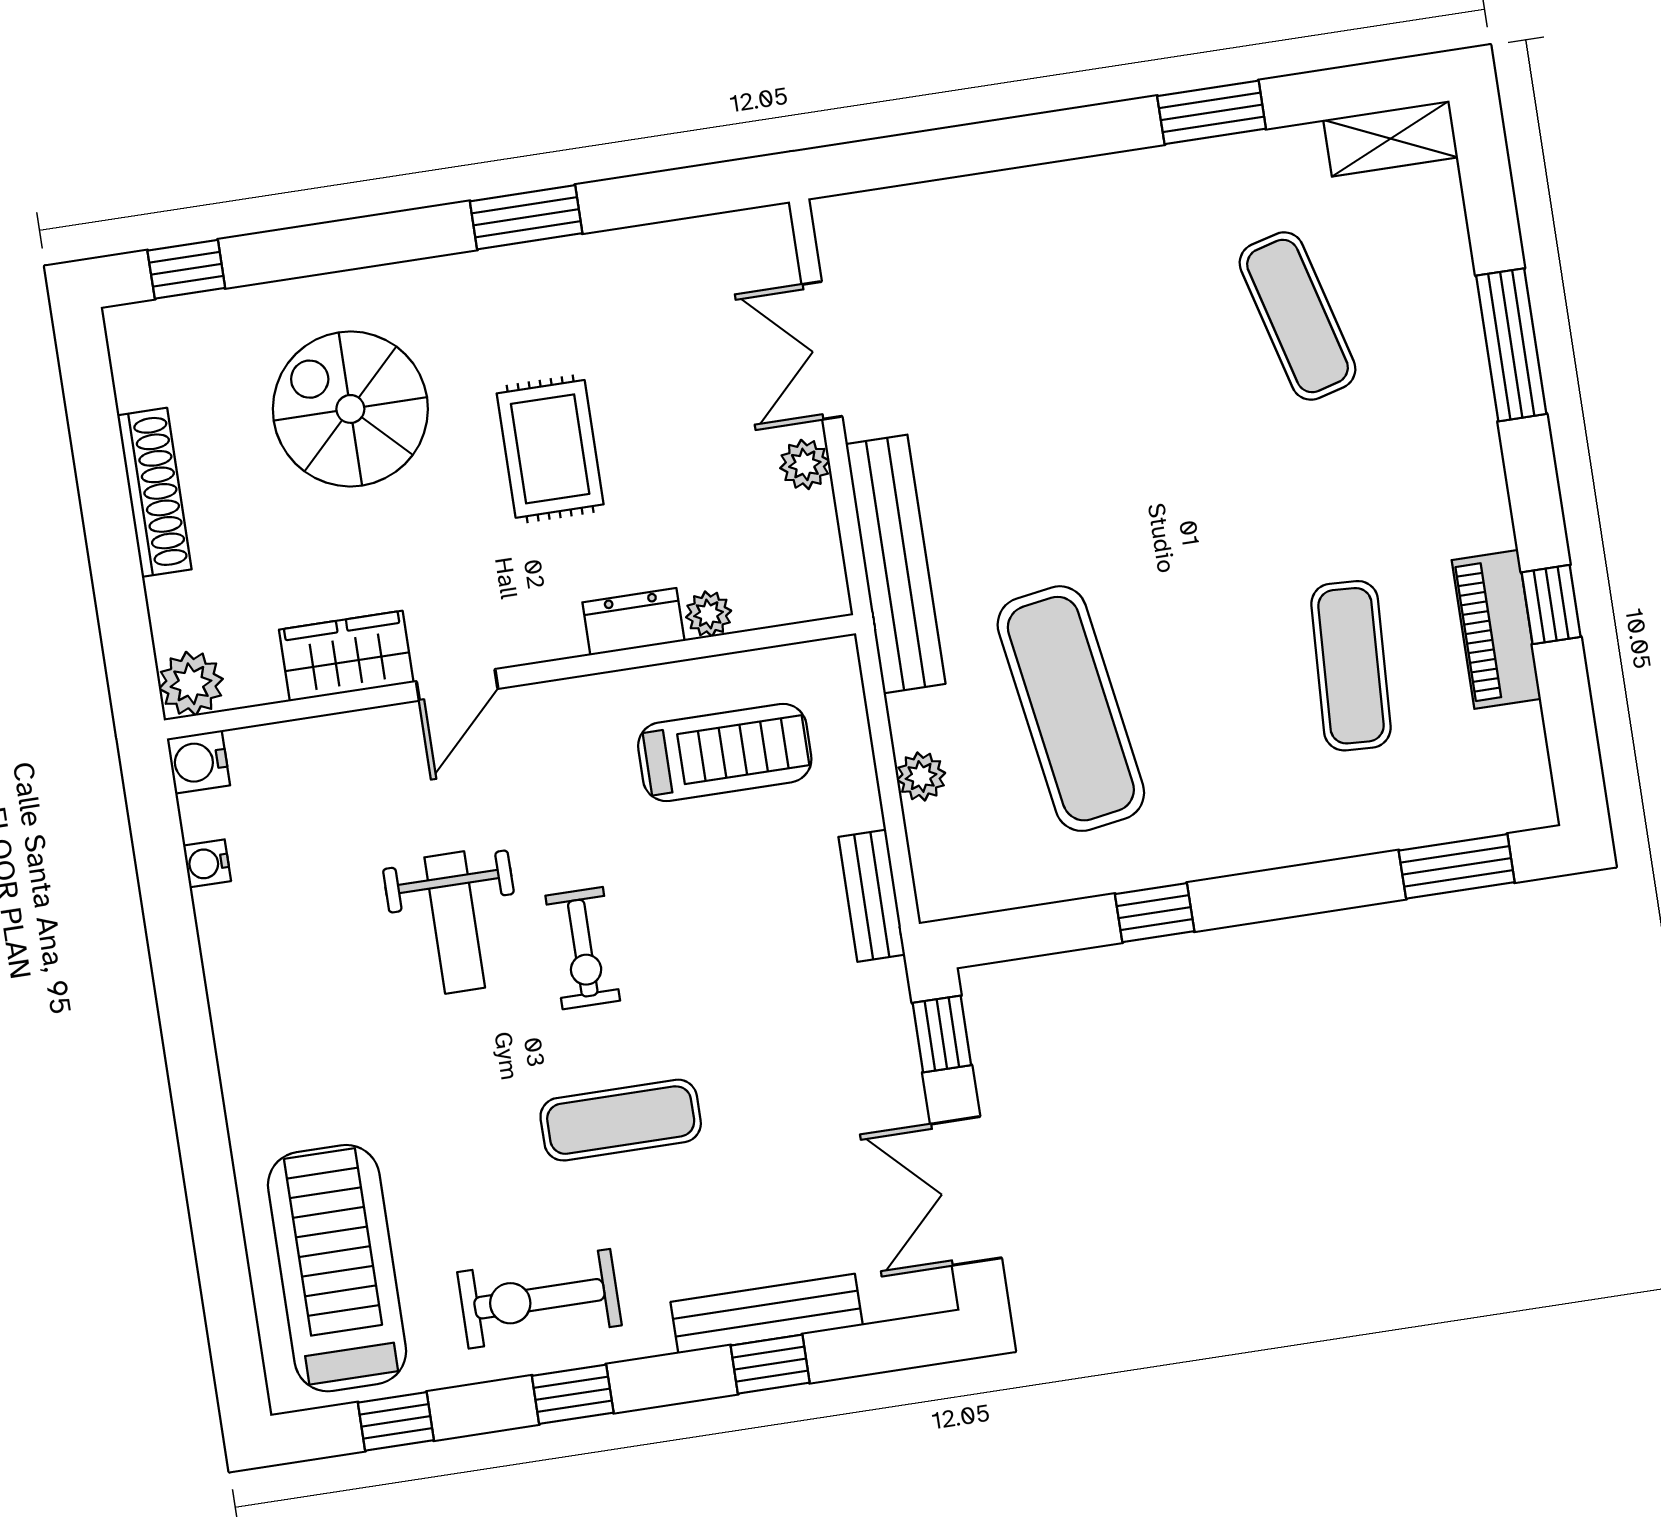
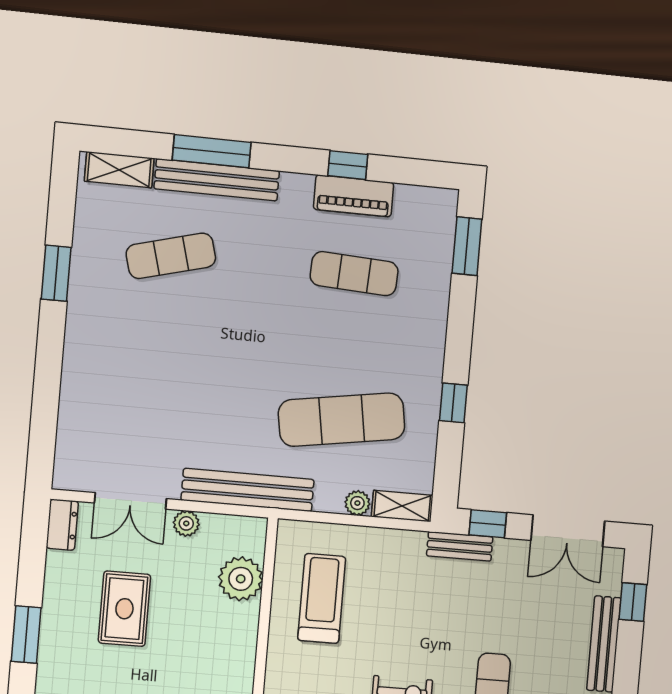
shelving: (1391, 139) -> (119, 170), moved, turned 90
bench: (1461, 367) -> (217, 180), added
rug: (550, 449) -> (124, 609), moved, turned 90
plant: (709, 614) -> (241, 579), width x1.88, depth x1.88
dresser: (633, 622) -> (62, 525), moved, turned 180
shelving: (936, 863) -> (402, 506), added
bench: (872, 896) -> (460, 546), moved
window: (770, 1364) -> (633, 602), moved

